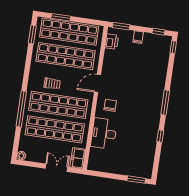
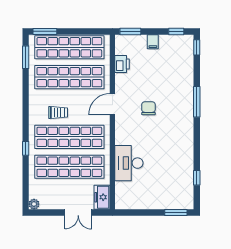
window: (61, 17) -> (45, 31), moved
printer: (112, 42) -> (122, 64), moved
window: (165, 102) -> (197, 102), moved
chair: (110, 105) -> (148, 108), moved
window: (21, 109) -> (26, 148), width x0.32
window: (160, 136) -> (197, 178), moved
double door: (56, 168) -> (78, 212), swing flipped

